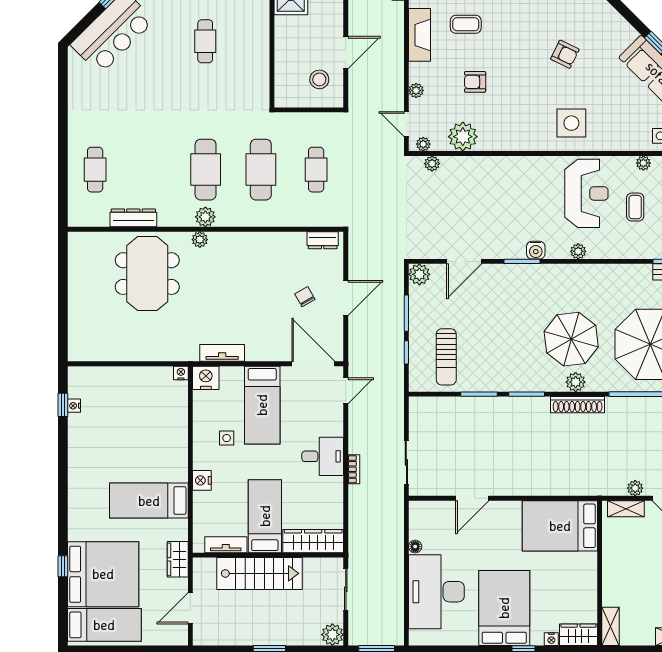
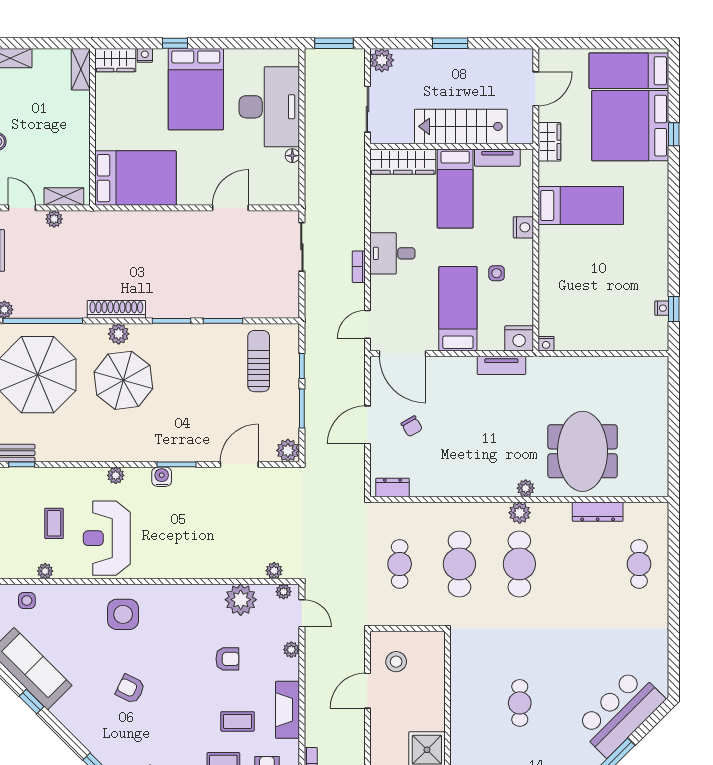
bookcase: (354, 469) -> (359, 267), moved

